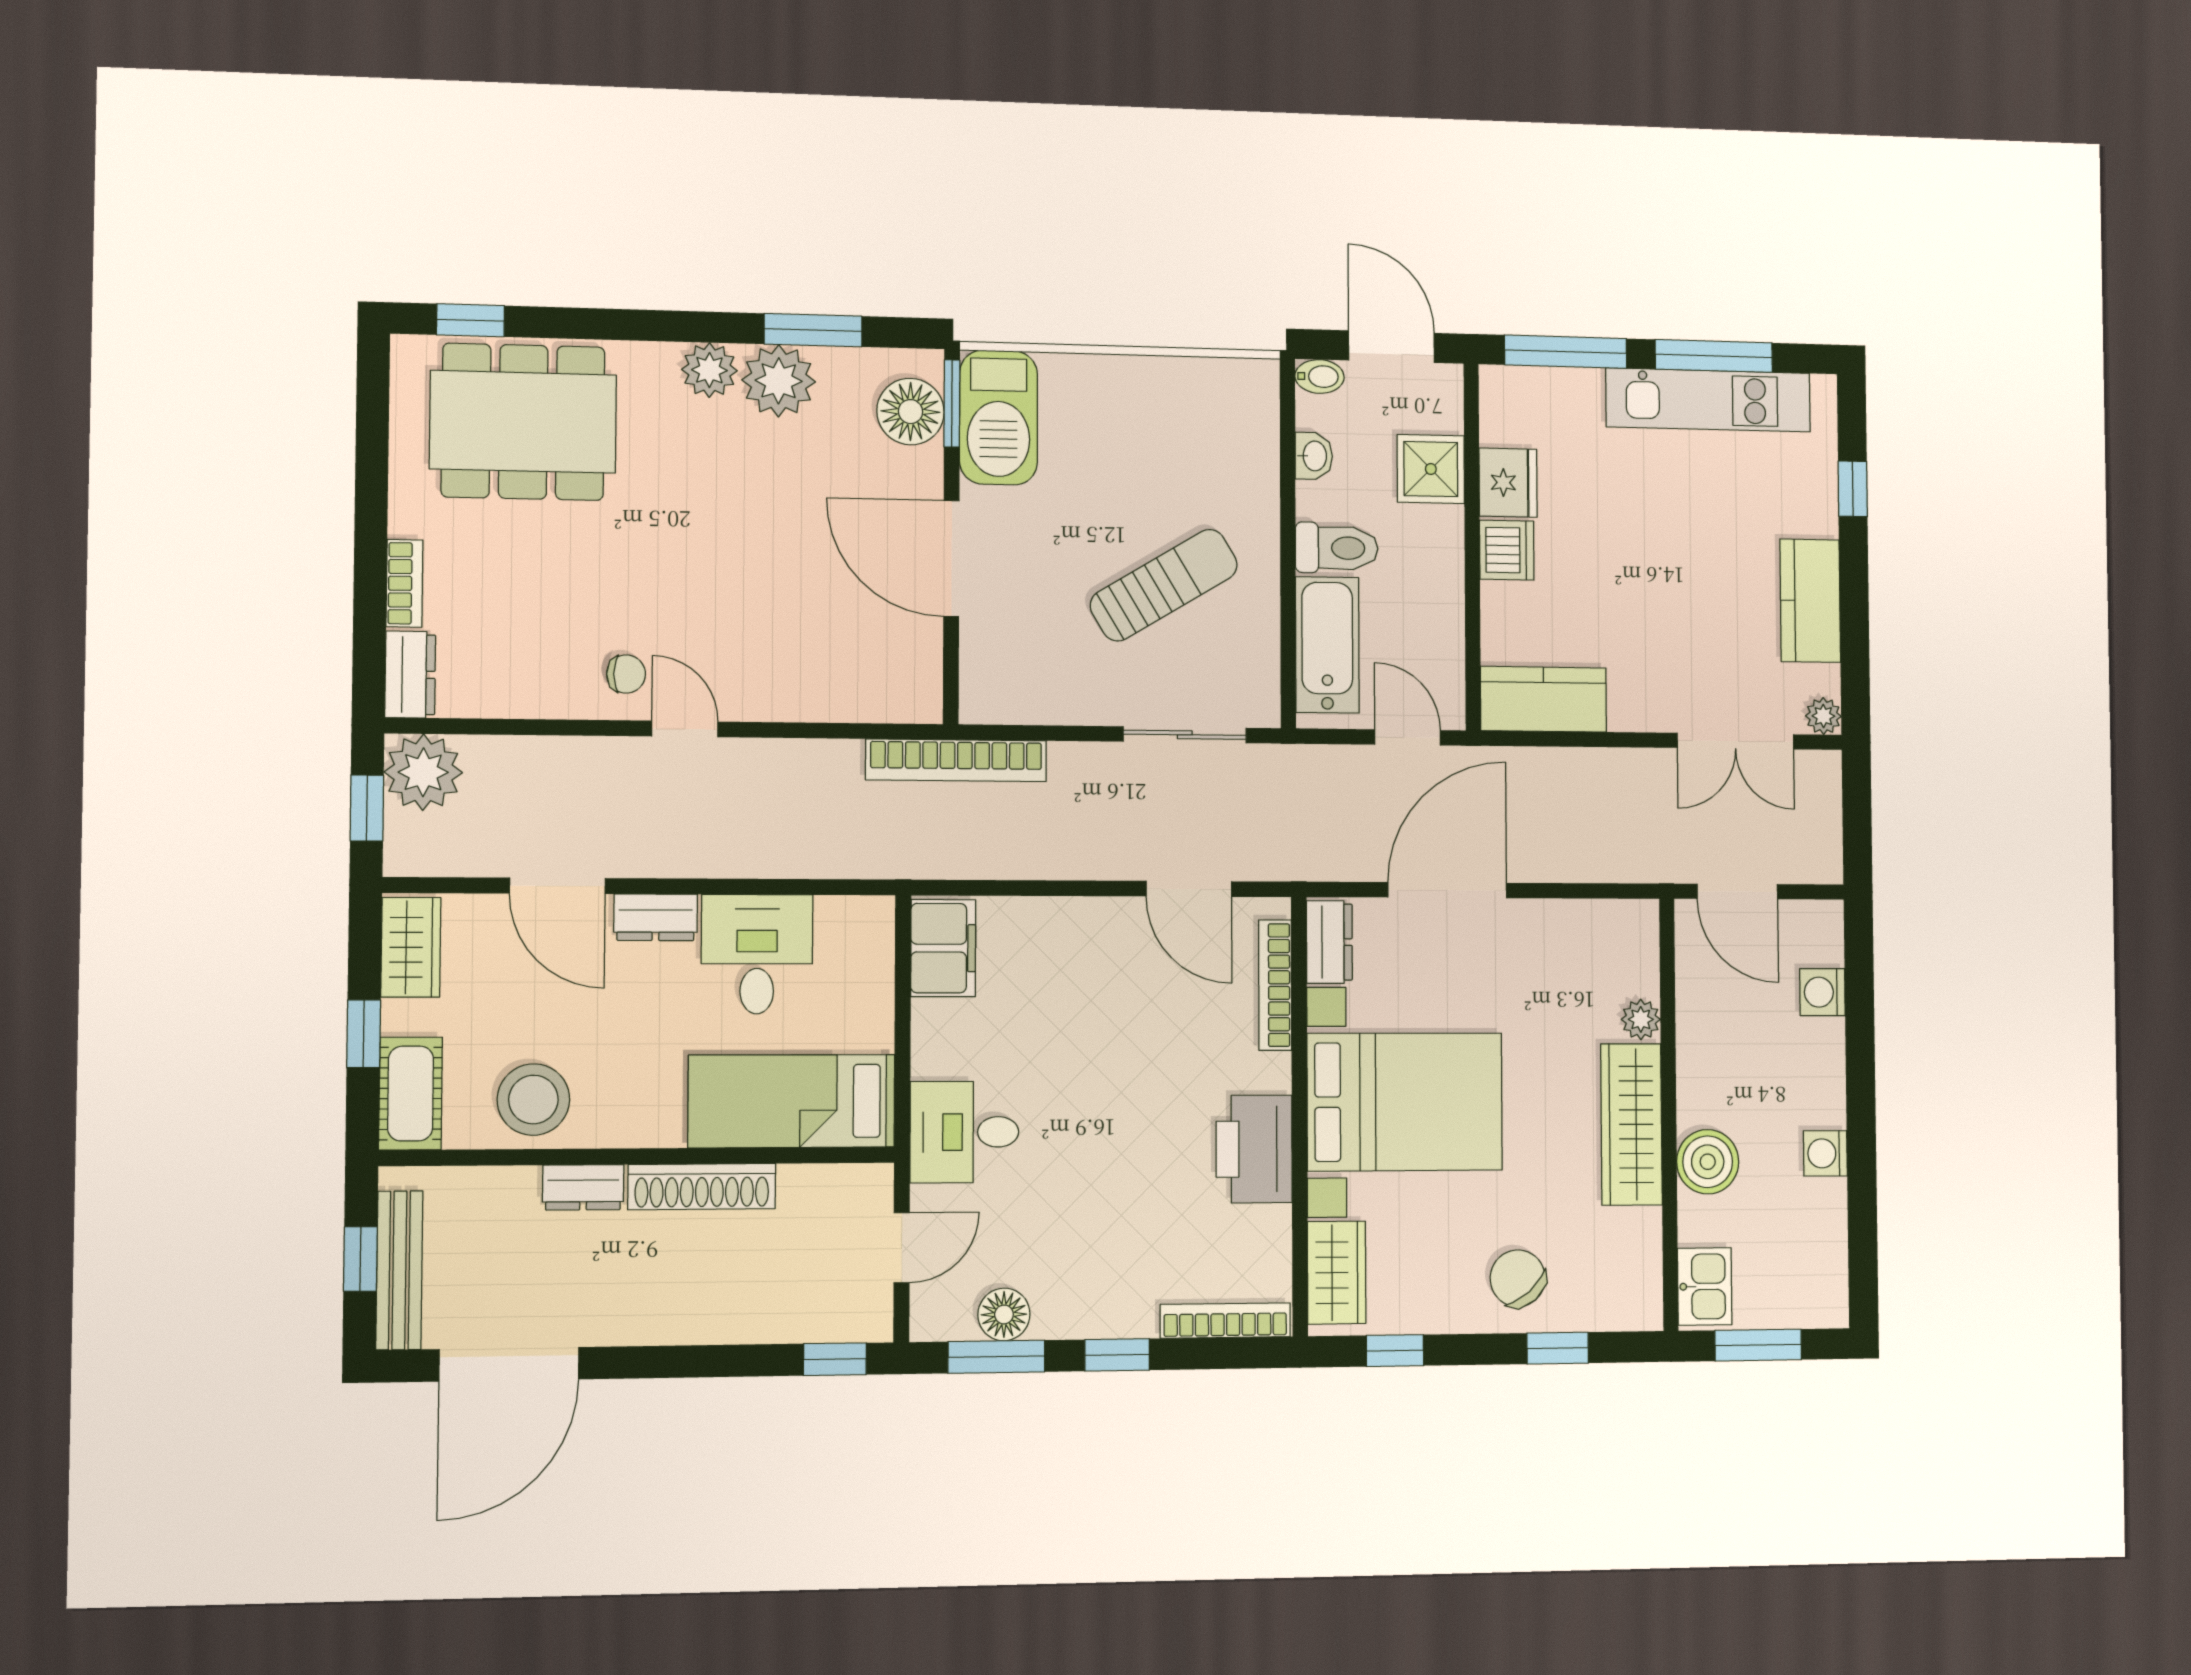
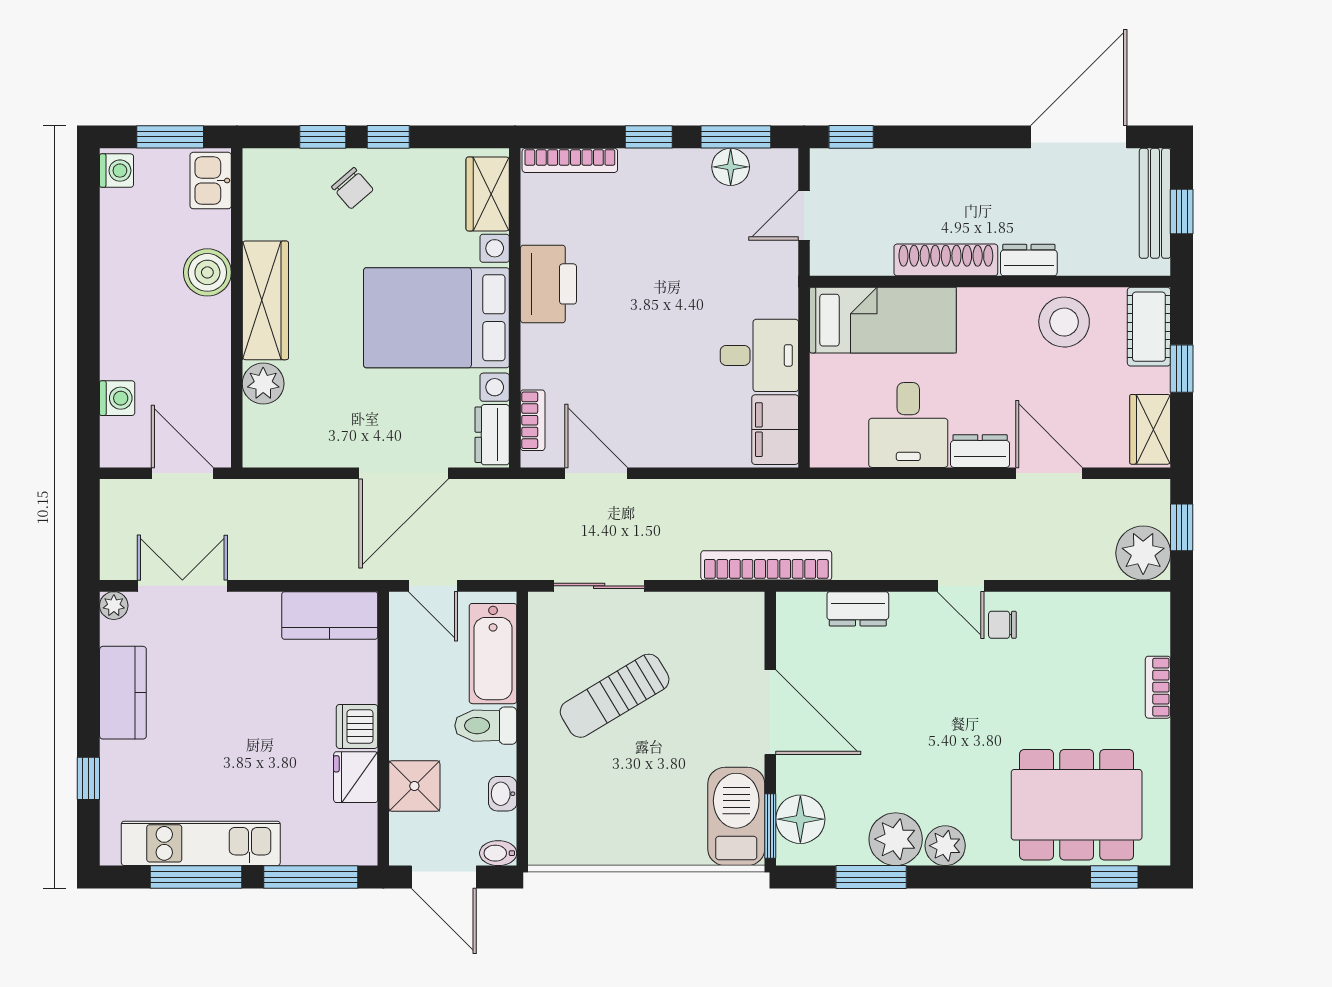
dresser: (410, 675) -> (858, 609), moved, turned -90
bookcase: (1275, 985) -> (533, 420), width x0.64
plant: (1641, 1019) -> (263, 384), width x1.38, depth x1.38
desk: (964, 1132) -> (759, 355), moved
washing machine: (1825, 1153) -> (117, 171), moved
chair: (1518, 1278) -> (352, 188), width x0.73, depth x0.73
window: (1395, 1351) -> (388, 137), moved

